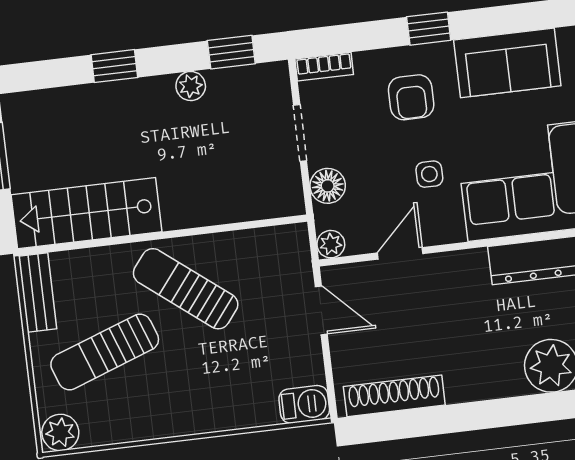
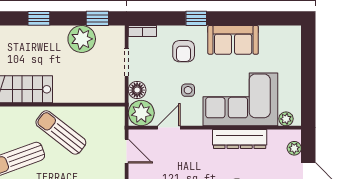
plant: (191, 86) -> (82, 39), width x1.87, depth x1.87
plant: (331, 244) -> (141, 113), width x1.88, depth x1.88

